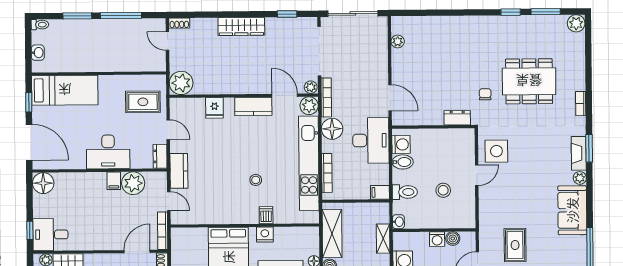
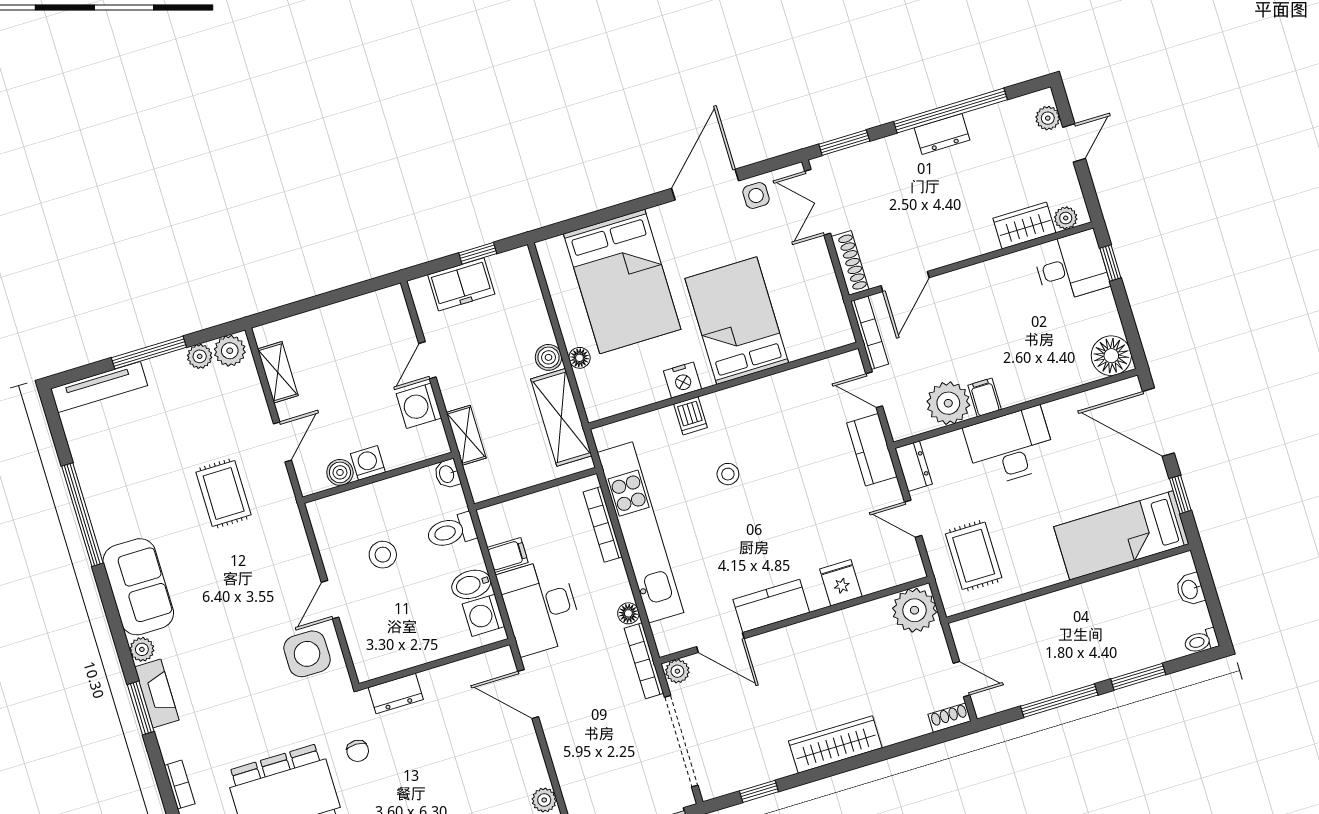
rug: (143, 102) -> (974, 556), turned 90
plant: (309, 106) -> (670, 637), removed
floor lamp: (332, 129) -> (628, 613), width x0.53, depth x0.53
filing cabinet: (380, 192) -> (508, 555), moved

